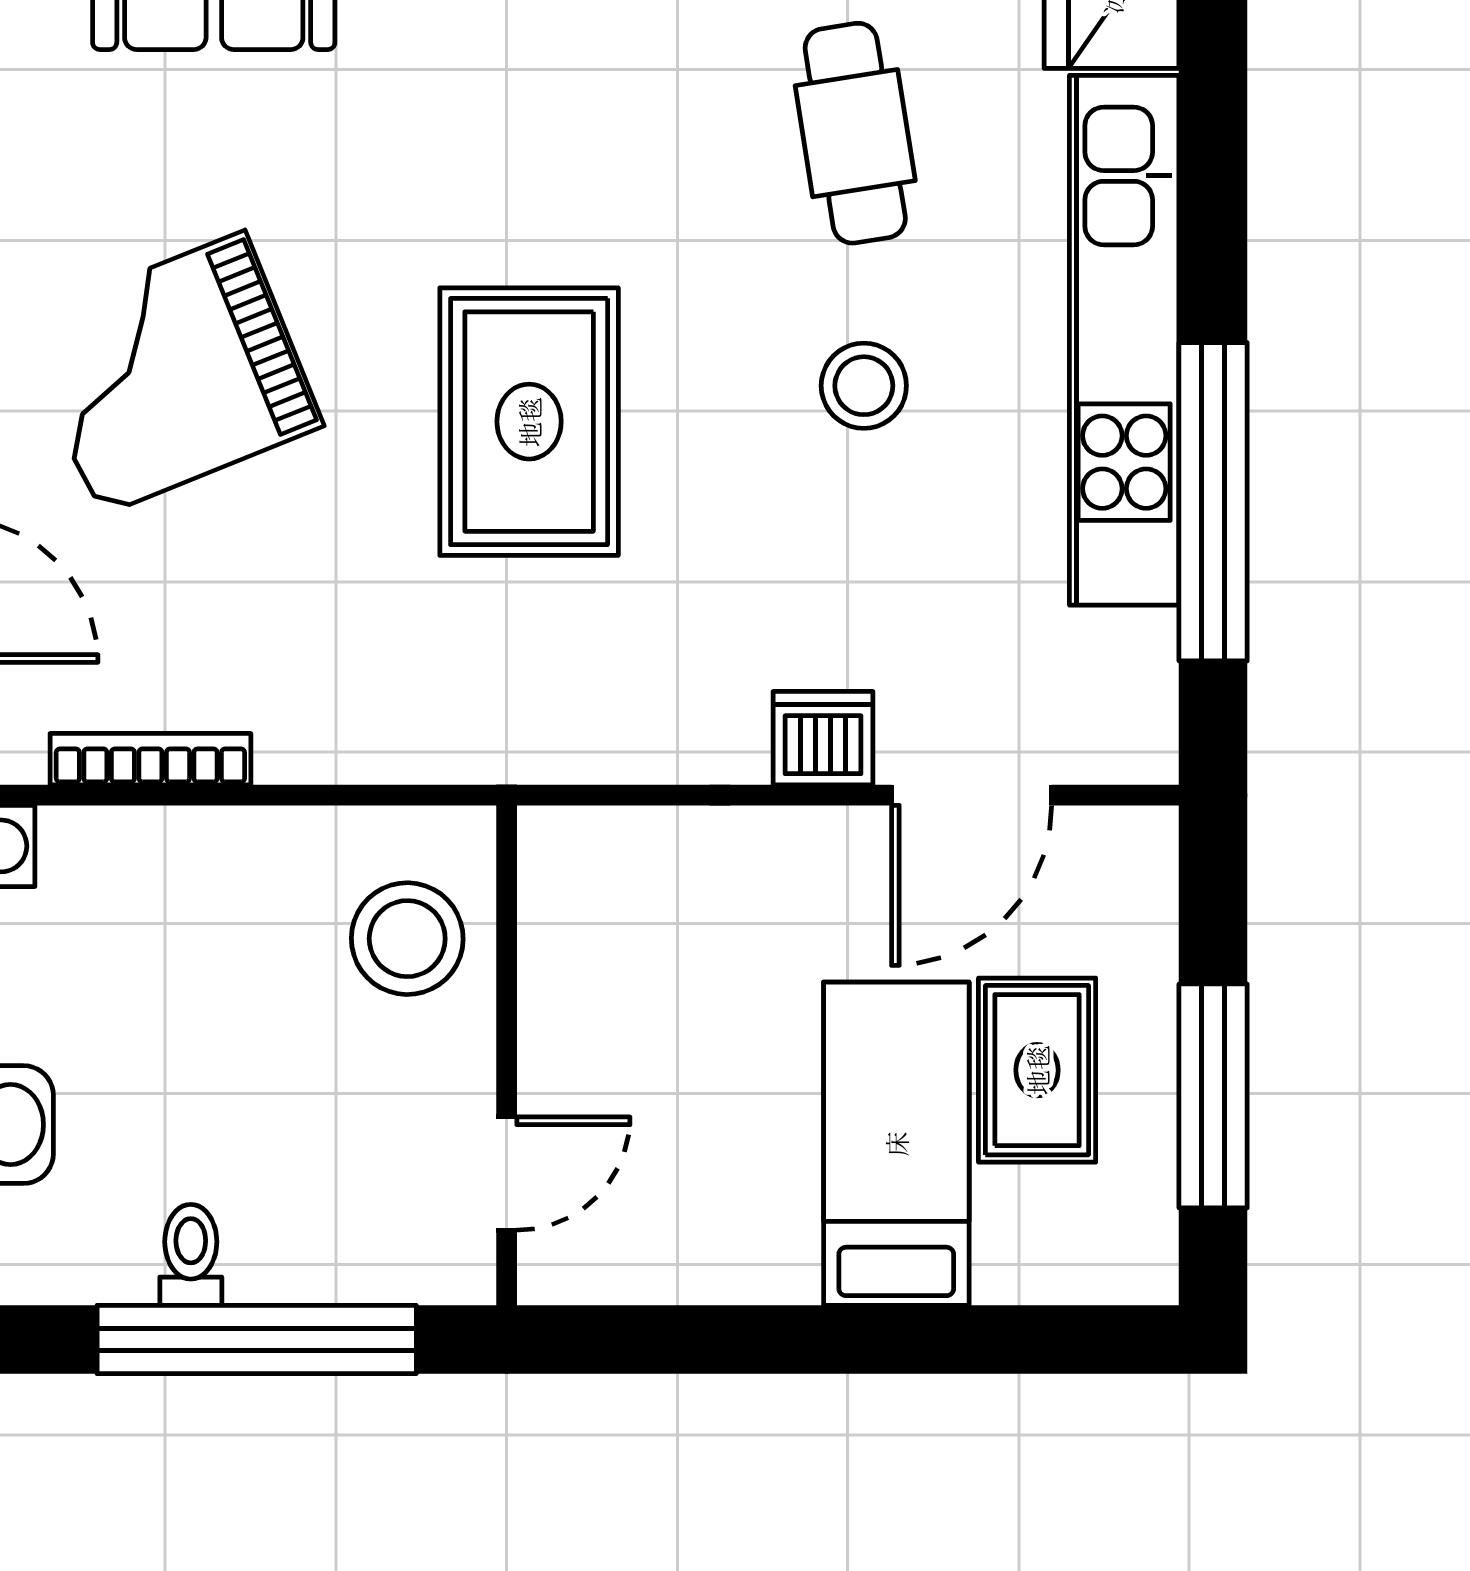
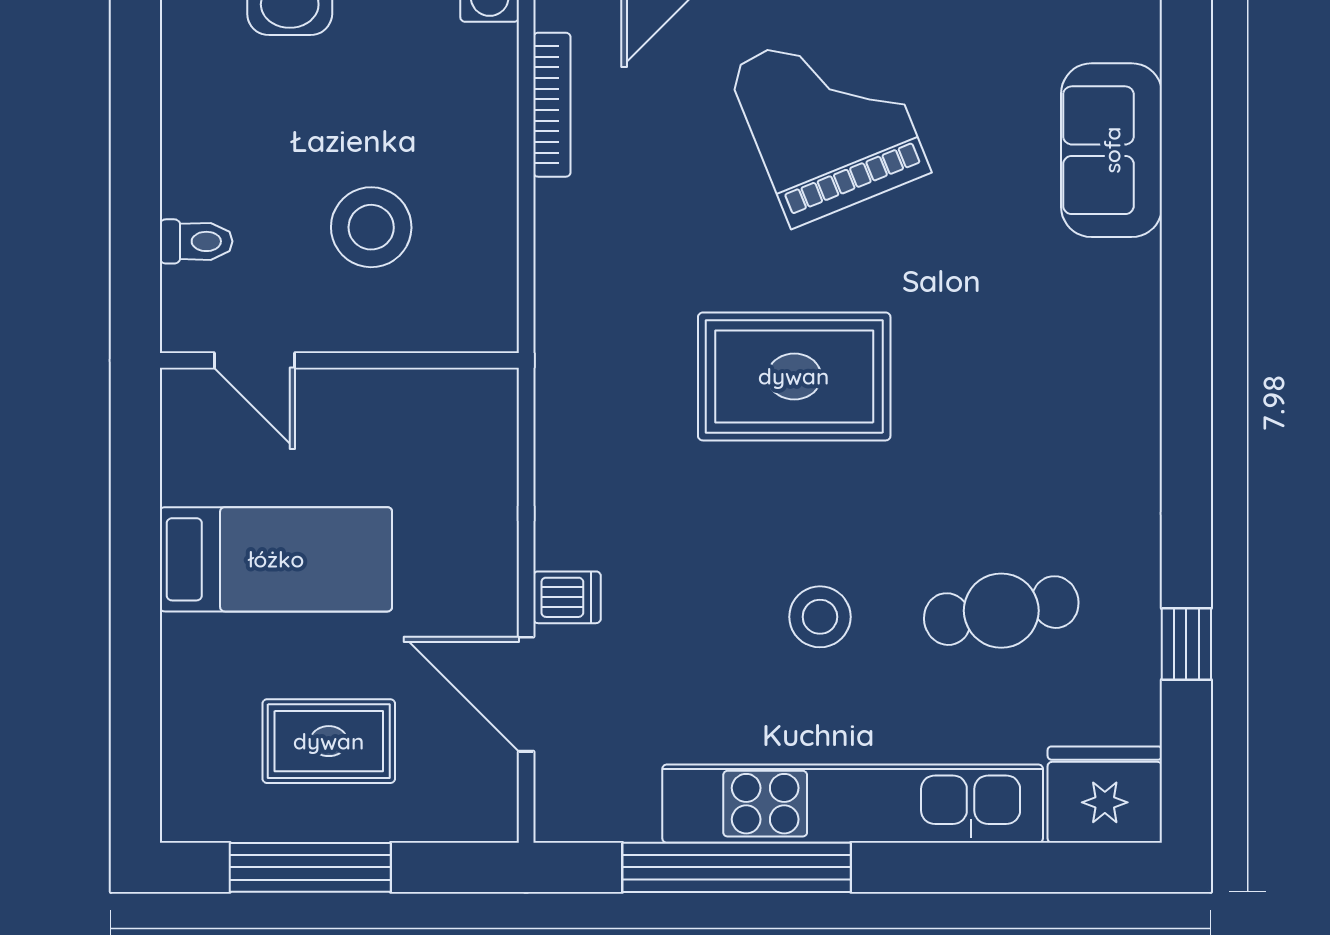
dishwasher: (823, 738) -> (567, 597), width x0.73
stool: (407, 939) -> (371, 227), moved
bed: (896, 1144) -> (276, 559), moved
toilet: (191, 1255) -> (196, 241), moved
window: (257, 1340) -> (135, 181), removed

